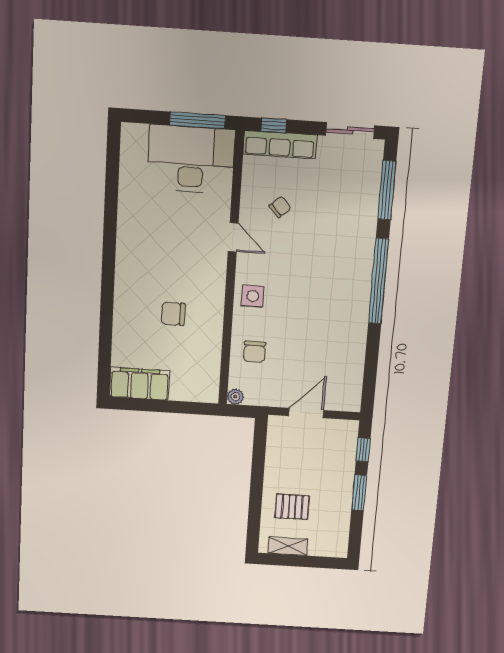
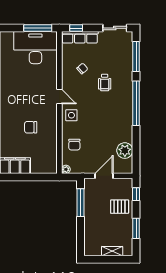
door: (233, 237) -> (59, 97), moved
wheelchair: (321, 237) -> (105, 83), added
plant: (349, 369) -> (125, 151), added
window: (259, 459) -> (80, 203), added
window: (359, 493) -> (136, 228), moved
pallet: (292, 507) -> (120, 207), moved
shelving: (288, 546) -> (112, 251), moved

